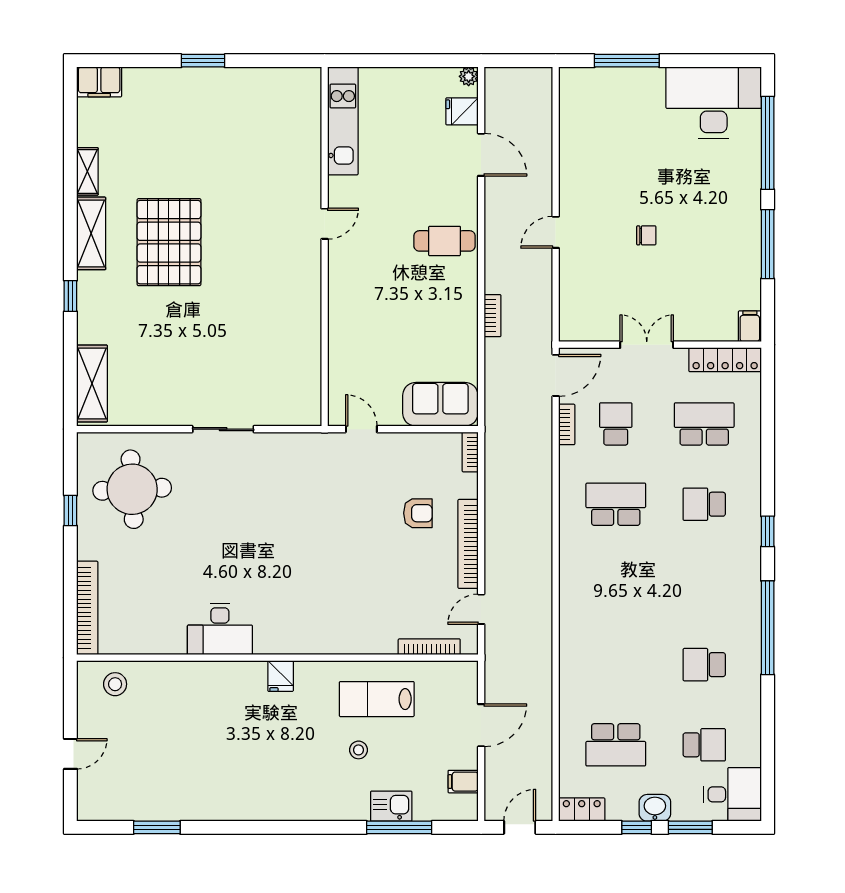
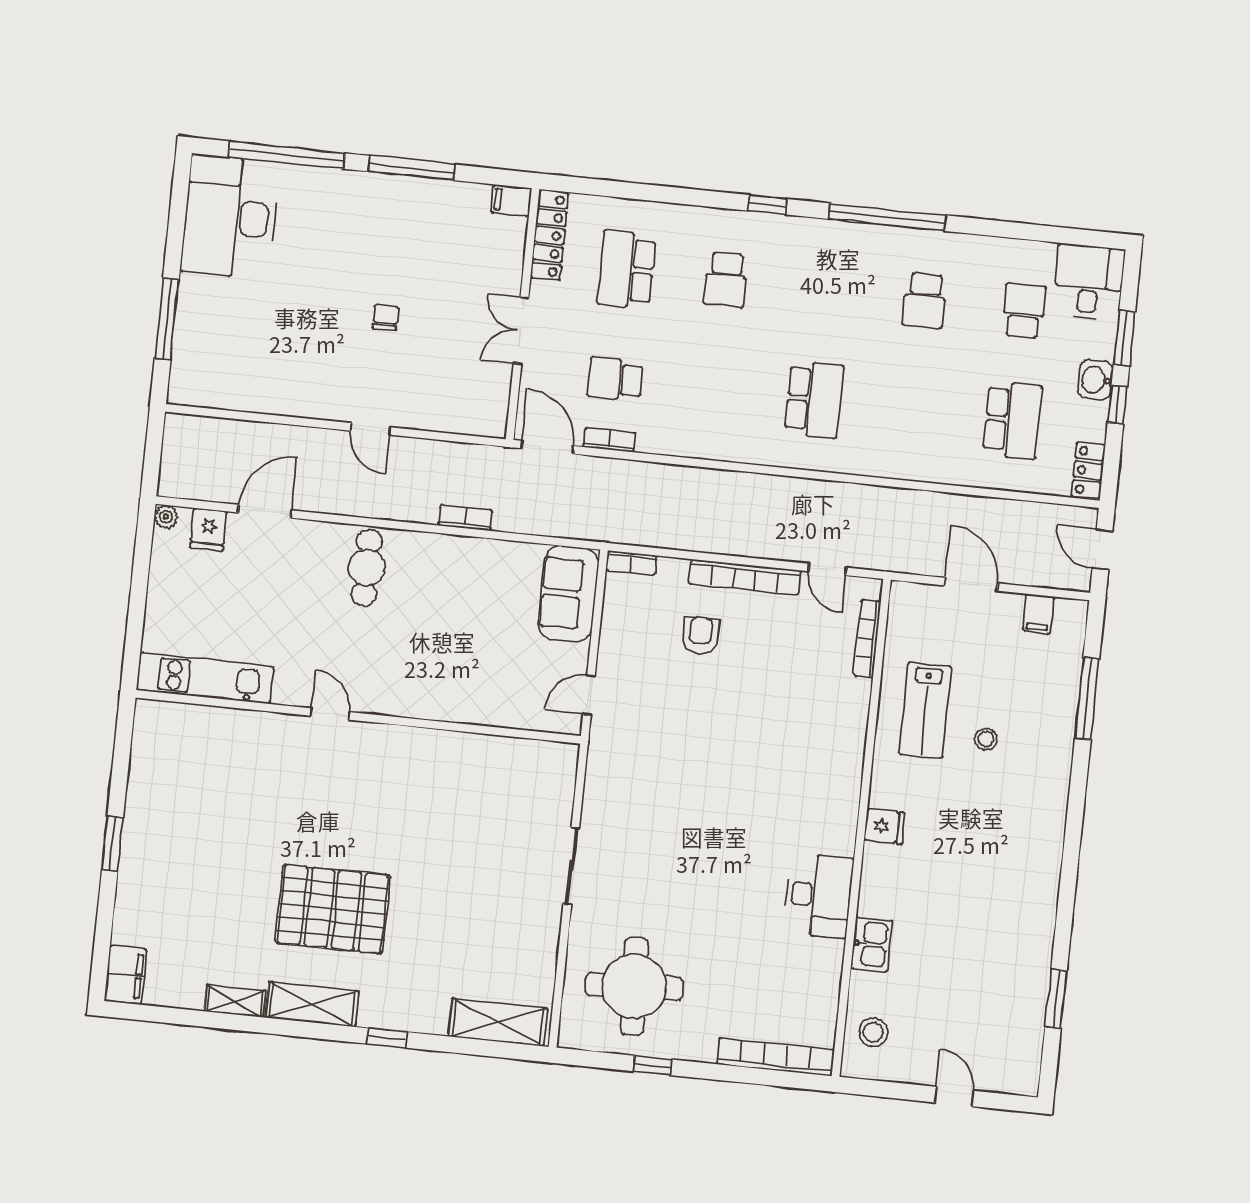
school desk: (616, 504) -> (814, 400), moved, turned 180
kitchen sink: (391, 806) -> (872, 944), moved, turned 180

